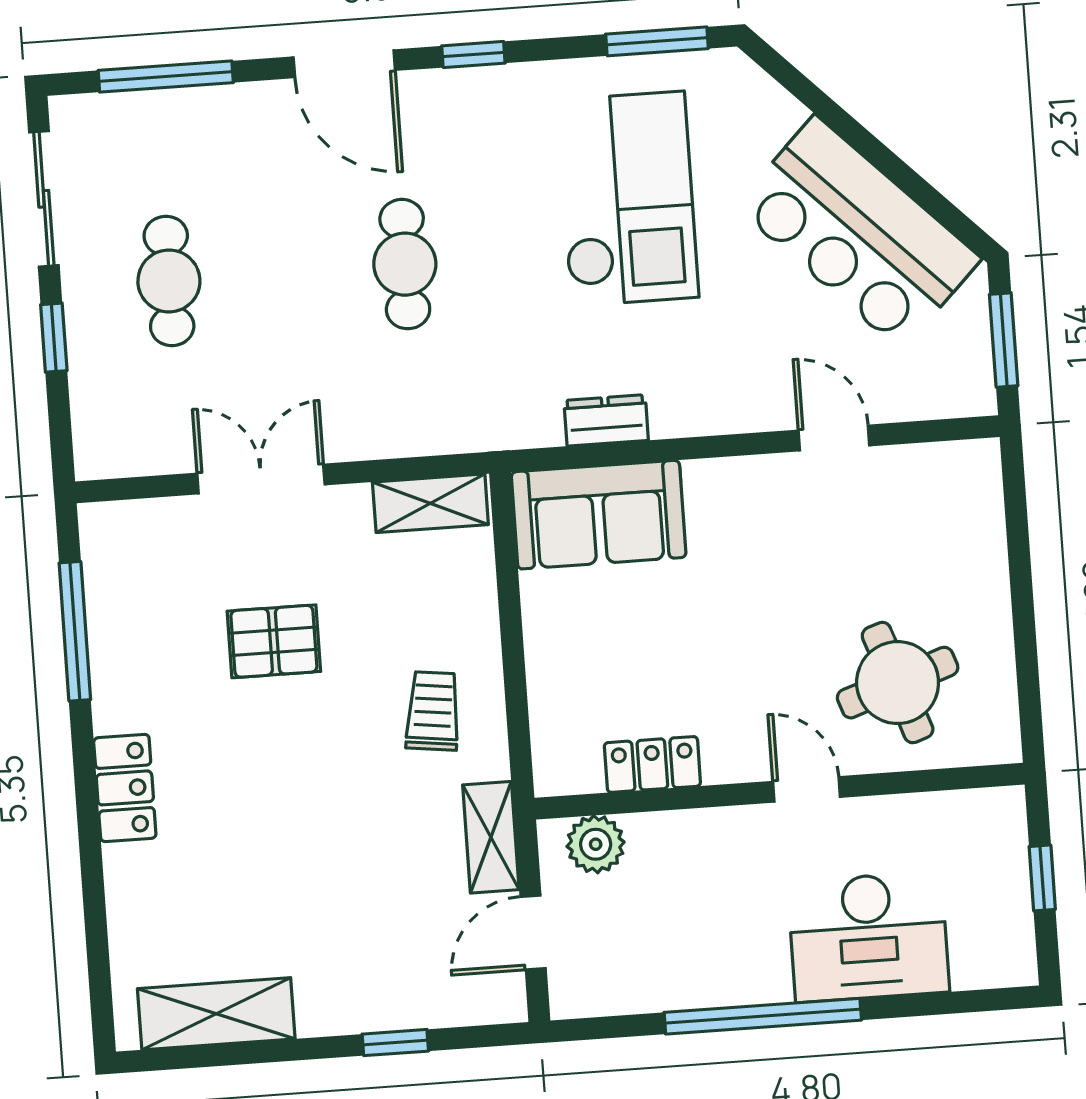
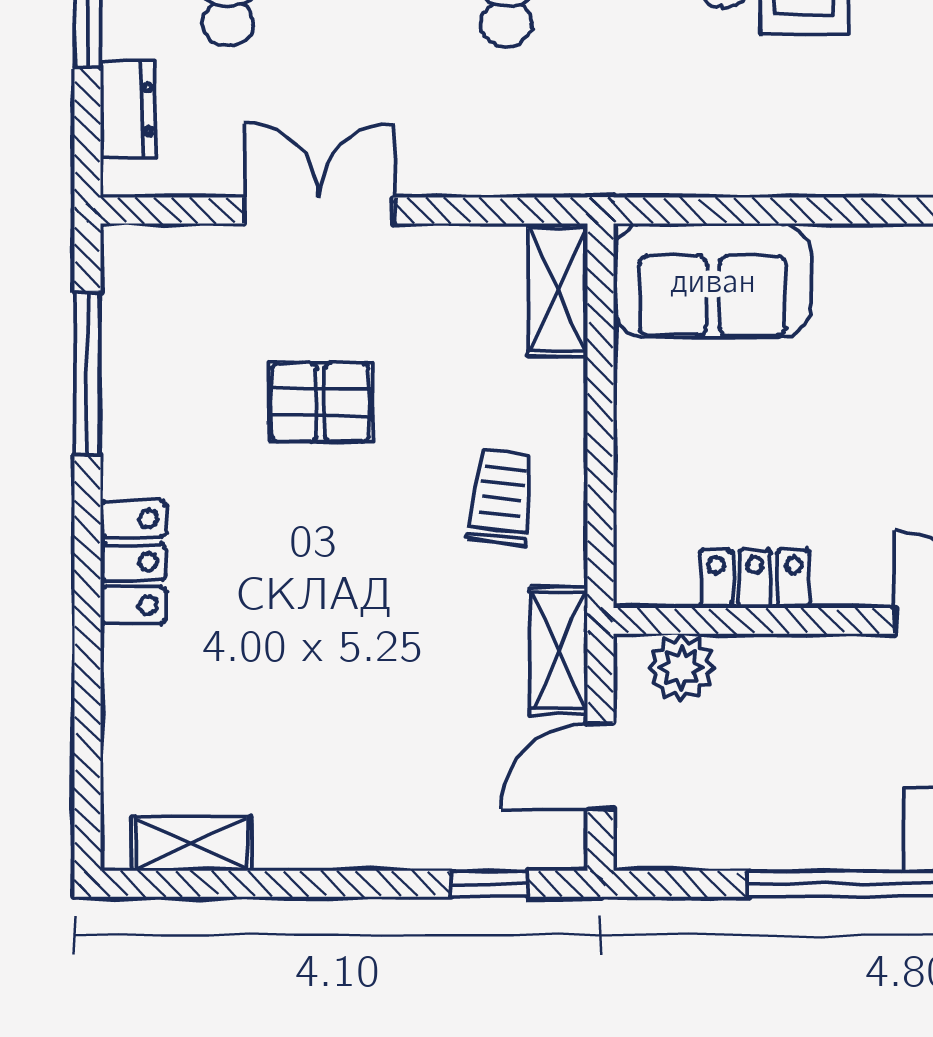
dresser: (606, 420) -> (127, 109), moved, turned 90
shelving: (430, 503) -> (558, 290), moved, turned 90
shelving: (216, 1014) -> (191, 844), width x0.67, depth x0.75
window: (395, 1043) -> (489, 884), moved

